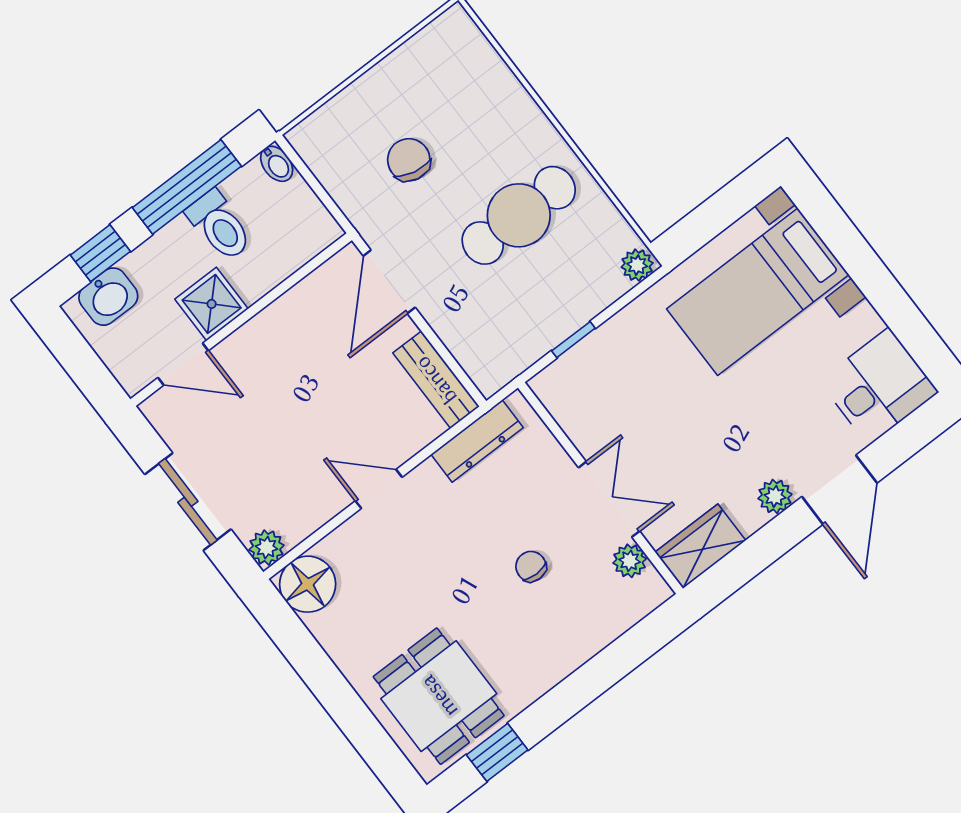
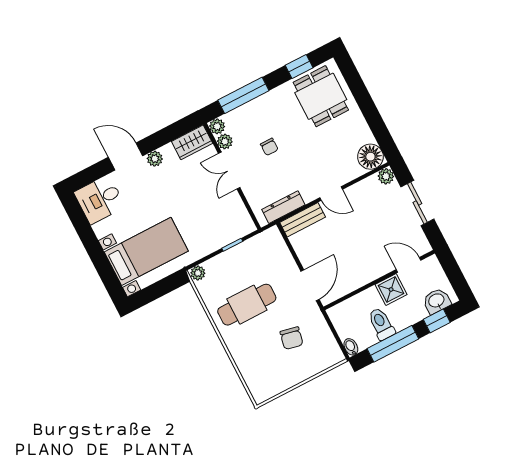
bench: (436, 380) -> (303, 220), moved, turned 90
door: (839, 490) -> (125, 157), hinge flipped
plant: (652, 591) -> (217, 126), added
window: (607, 668) -> (243, 95), added

